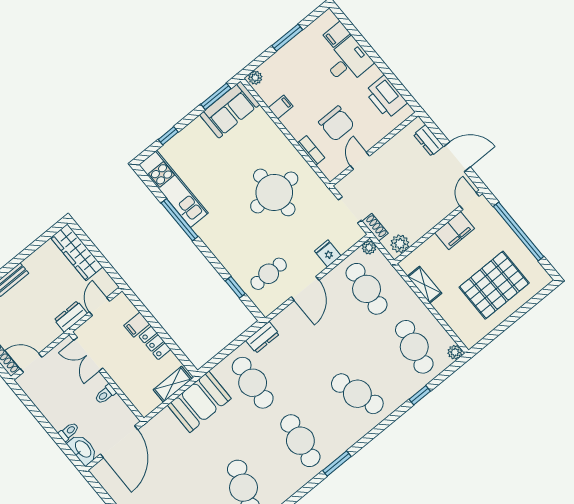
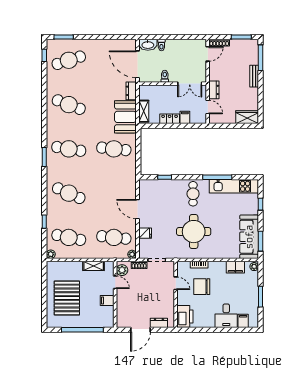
printer: (386, 97) -> (185, 316), moved, turned 90
filing cabinet: (281, 107) -> (235, 267), width x2.00
sofa: (230, 110) -> (249, 237), width x1.36
door: (470, 201) -> (115, 282), moved
filing cabinet: (455, 231) -> (107, 300), width x0.50
wardrobe: (77, 252) -> (247, 117), width x0.67
cafe table: (269, 274) -> (193, 194), moved
dresser: (263, 337) -> (131, 91), moved
double door: (88, 354) -> (190, 84), swing flipped
cafe table: (357, 394) -> (69, 193), turned 42

